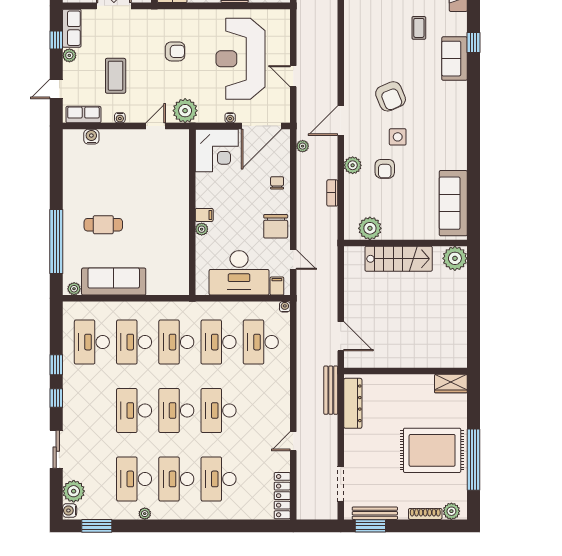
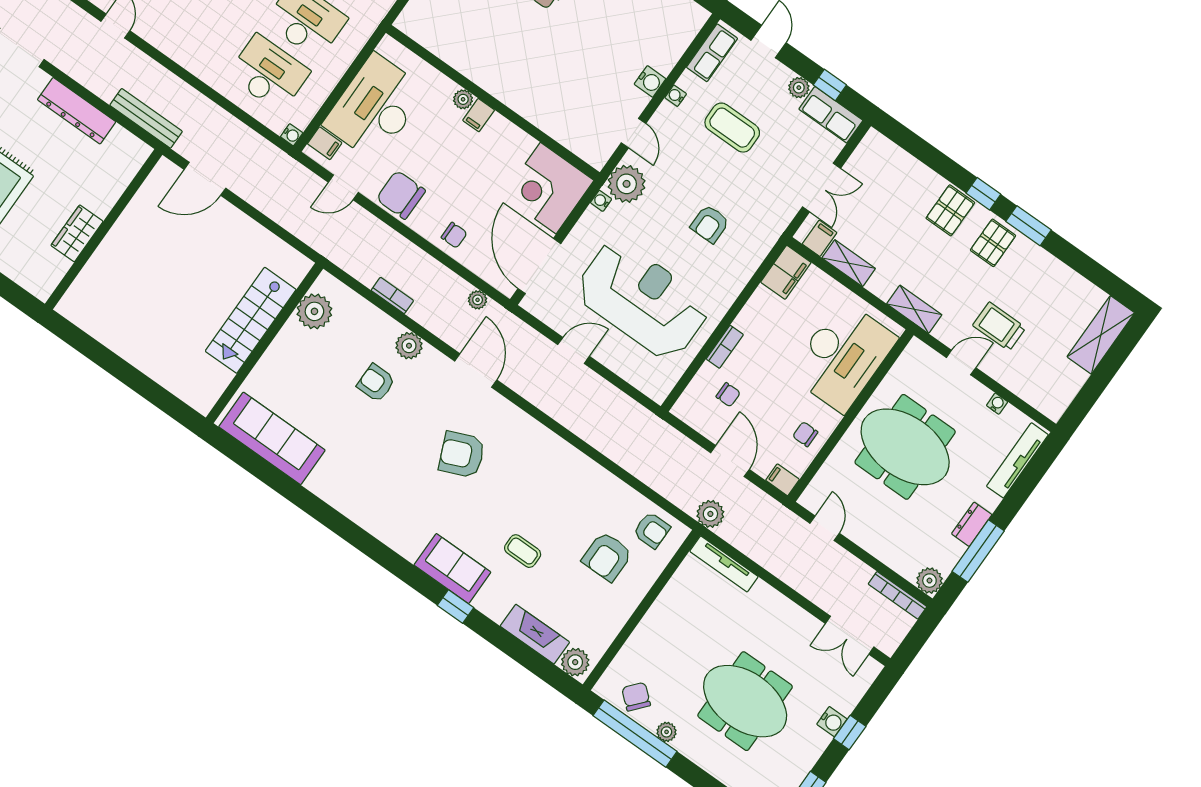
water cooler: (230, 118) -> (601, 201), moved
water cooler: (91, 137) -> (650, 81), moved
side table: (398, 137) -> (405, 428), removed
plant: (455, 258) -> (201, 391), removed
wardrobe: (451, 384) -> (77, 233), moved
dresser: (353, 403) -> (77, 111), moved

